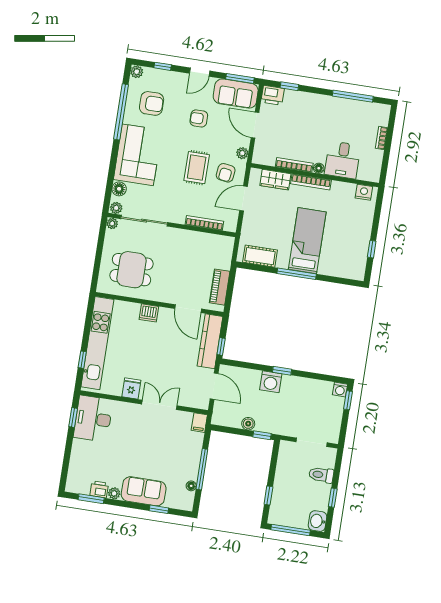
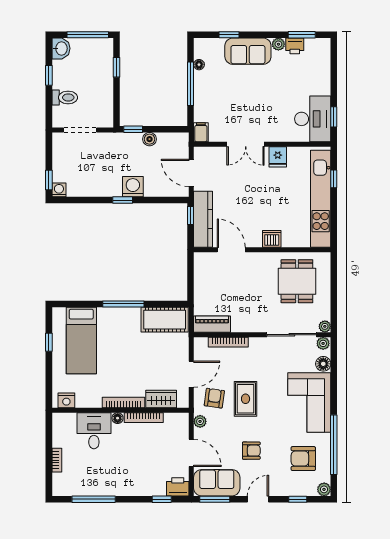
bed: (307, 241) -> (81, 340), moved
cot: (260, 256) -> (165, 320), width x1.37, depth x1.34
dining table: (131, 270) -> (297, 281), turned 90
piano: (220, 287) -> (212, 324), moved, turned -90

